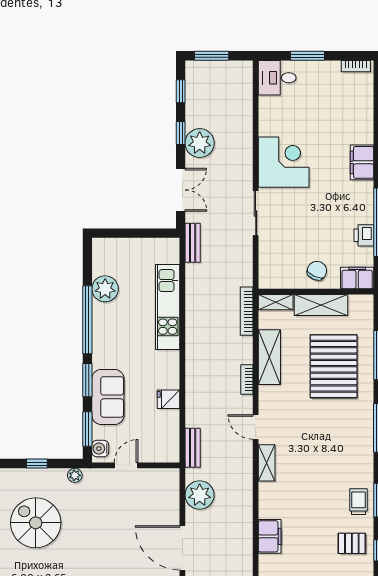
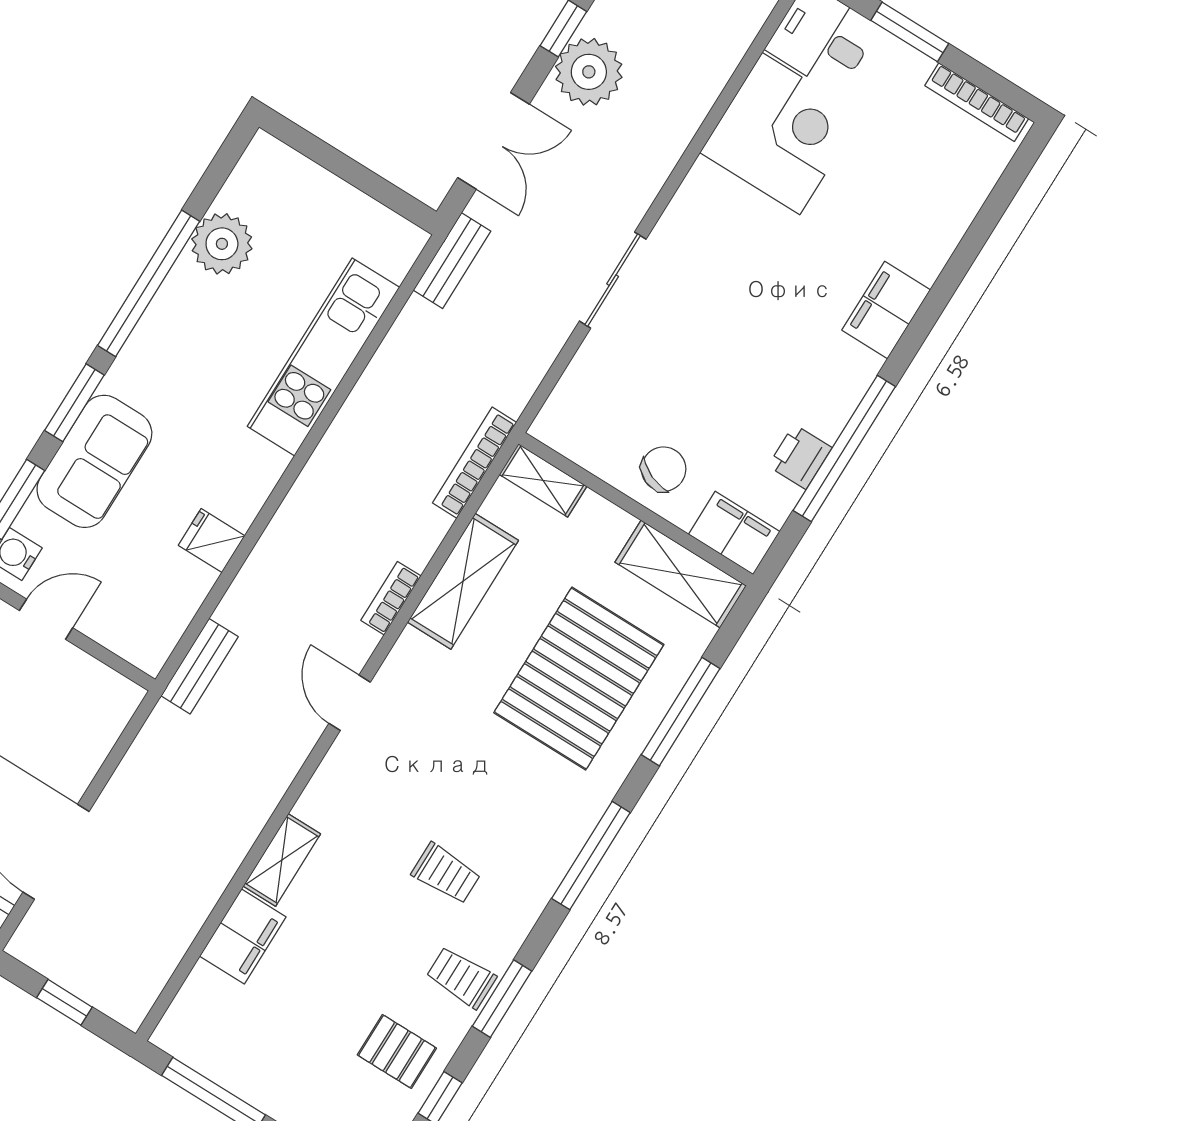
bookcase: (356, 66) -> (977, 102), width x1.56
corner desk: (284, 162) -> (781, 134), moved
shelving: (321, 305) -> (681, 574), moved
shelving: (267, 463) -> (282, 860), moved
trolley: (329, 467) -> (446, 874), added
plant: (200, 495) -> (155, 768), removed
trolley: (359, 502) -> (461, 977), turned -90

